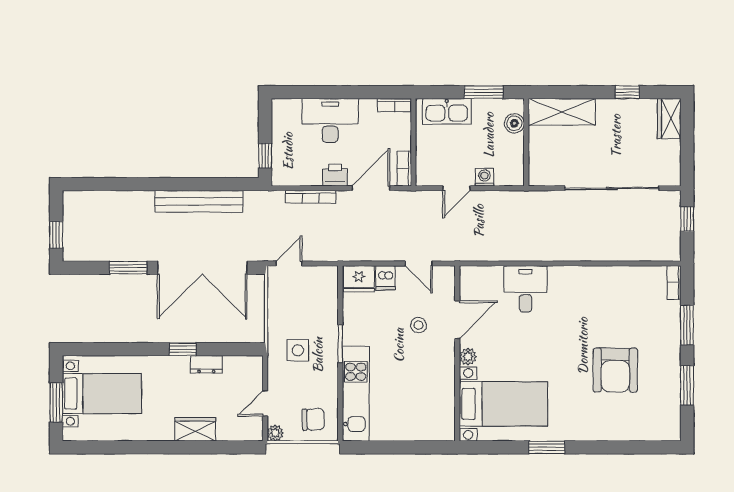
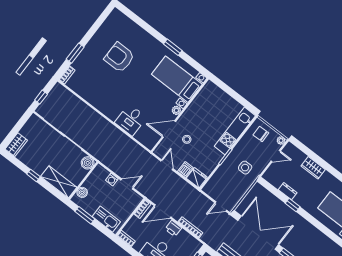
window: (627, 92) -> (33, 175), moved
boiler: (540, 174) -> (88, 163), added
armchair: (615, 370) -> (119, 57), turned -90
window: (687, 385) -> (95, 28), removed

